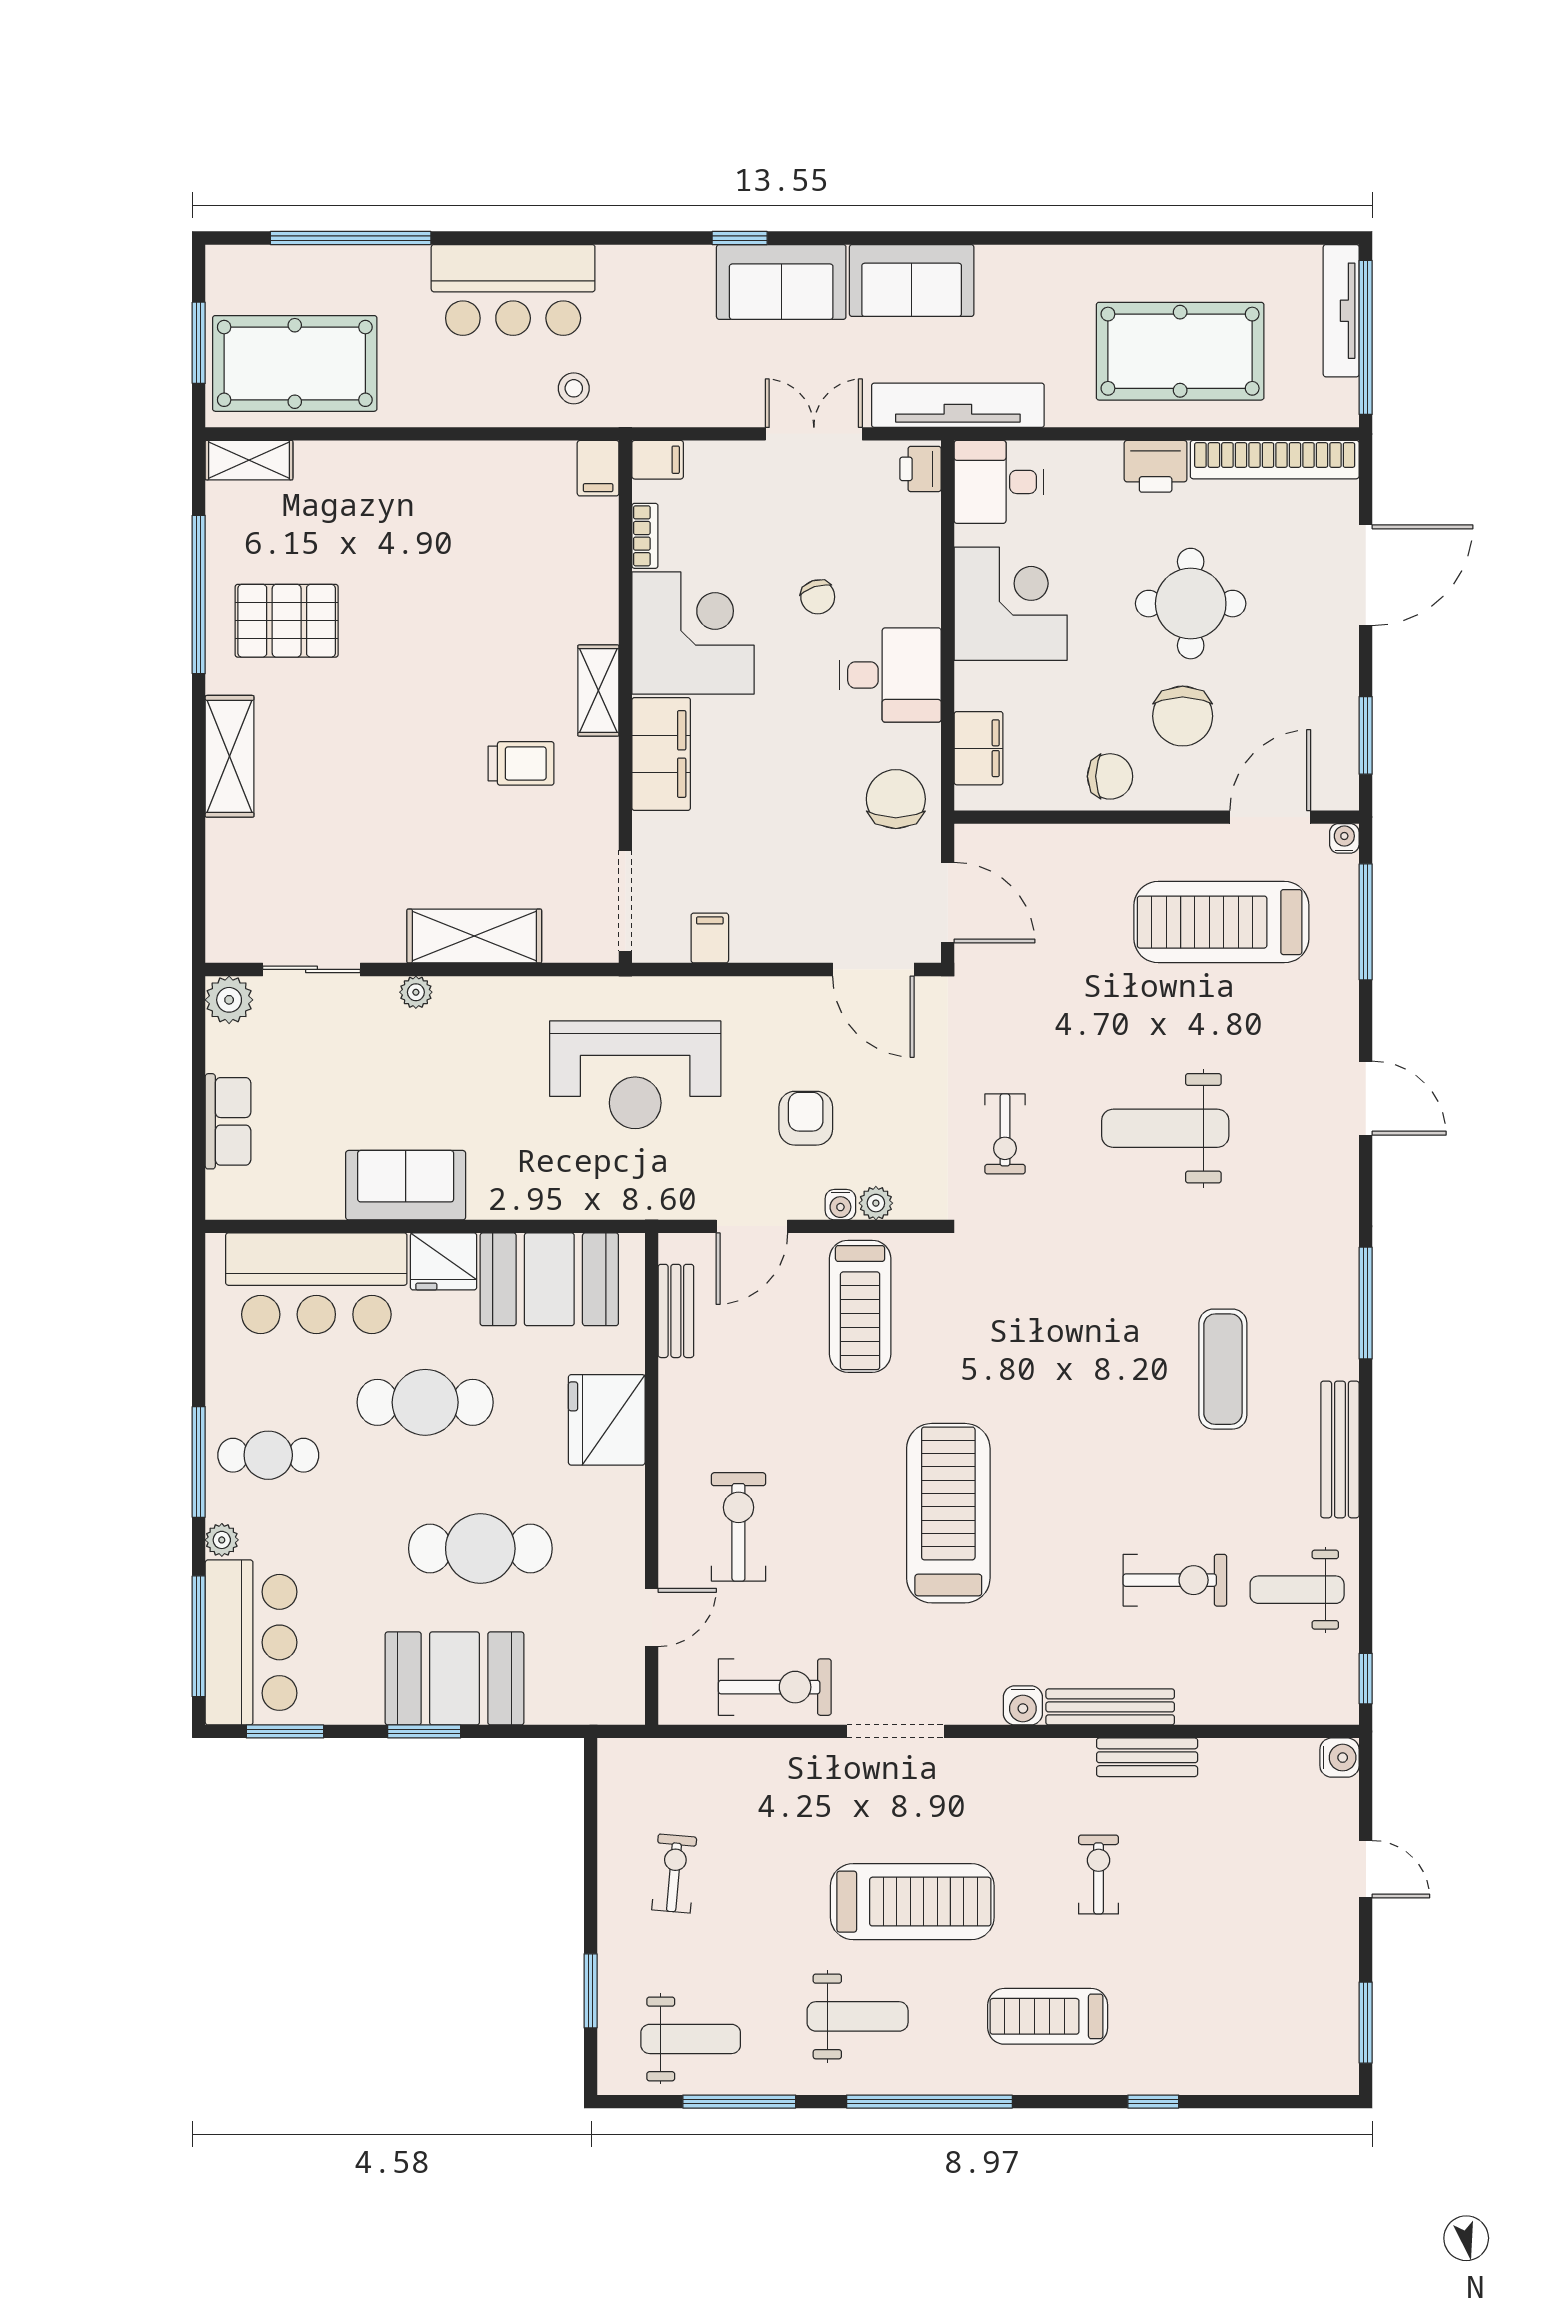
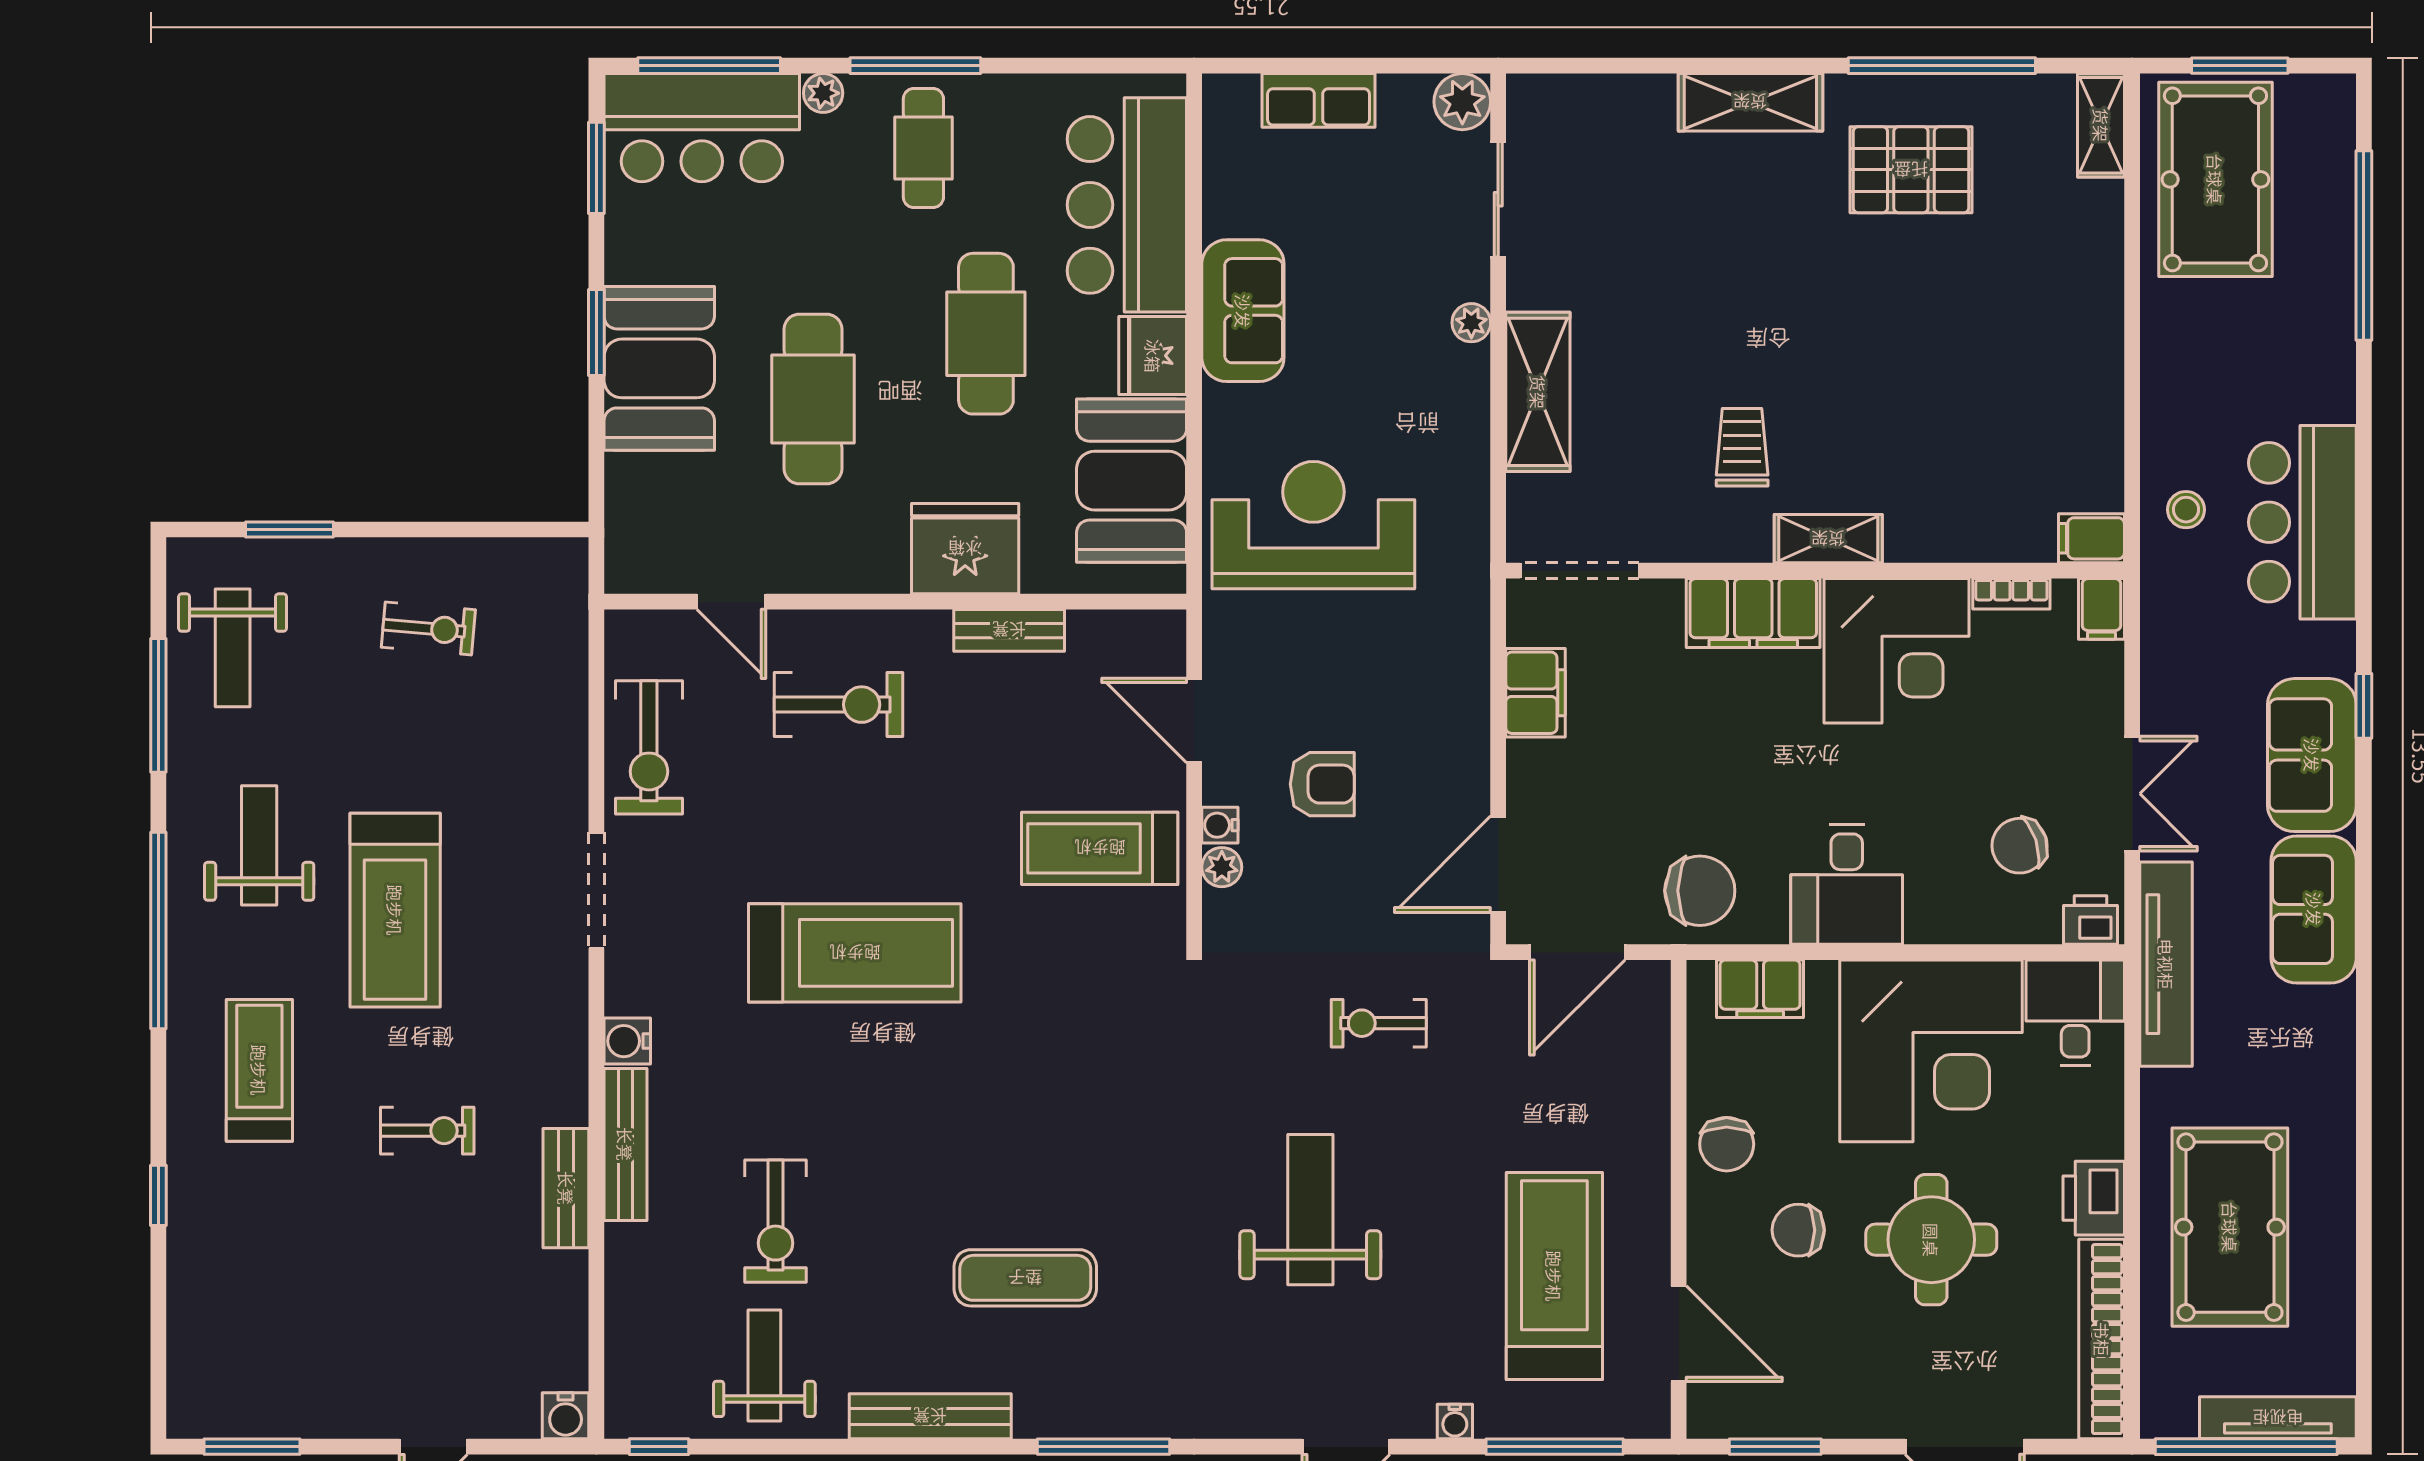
bar counter: (513, 290) -> (2302, 522), moved
chair: (818, 597) -> (2019, 846), moved, width x1.37, depth x1.37
corner desk: (1011, 604) -> (1931, 1051), width x1.36, depth x1.36
pallet: (287, 621) -> (1911, 170), turned 90
chair: (1183, 716) -> (1798, 1230), width x0.73, depth x0.73
trolley: (521, 763) -> (1742, 447), turned 180
water cooler: (1344, 838) -> (1455, 1422), moved, turned 90
filing cabinet: (710, 938) -> (1535, 693), width x2.00
reception desk: (635, 1075) -> (1313, 525), moved, turned 90
exercise bike: (1005, 1134) -> (1379, 1023), moved
bench: (676, 1311) -> (1009, 630), moved
weight bench: (858, 2016) -> (259, 845), turned 180

